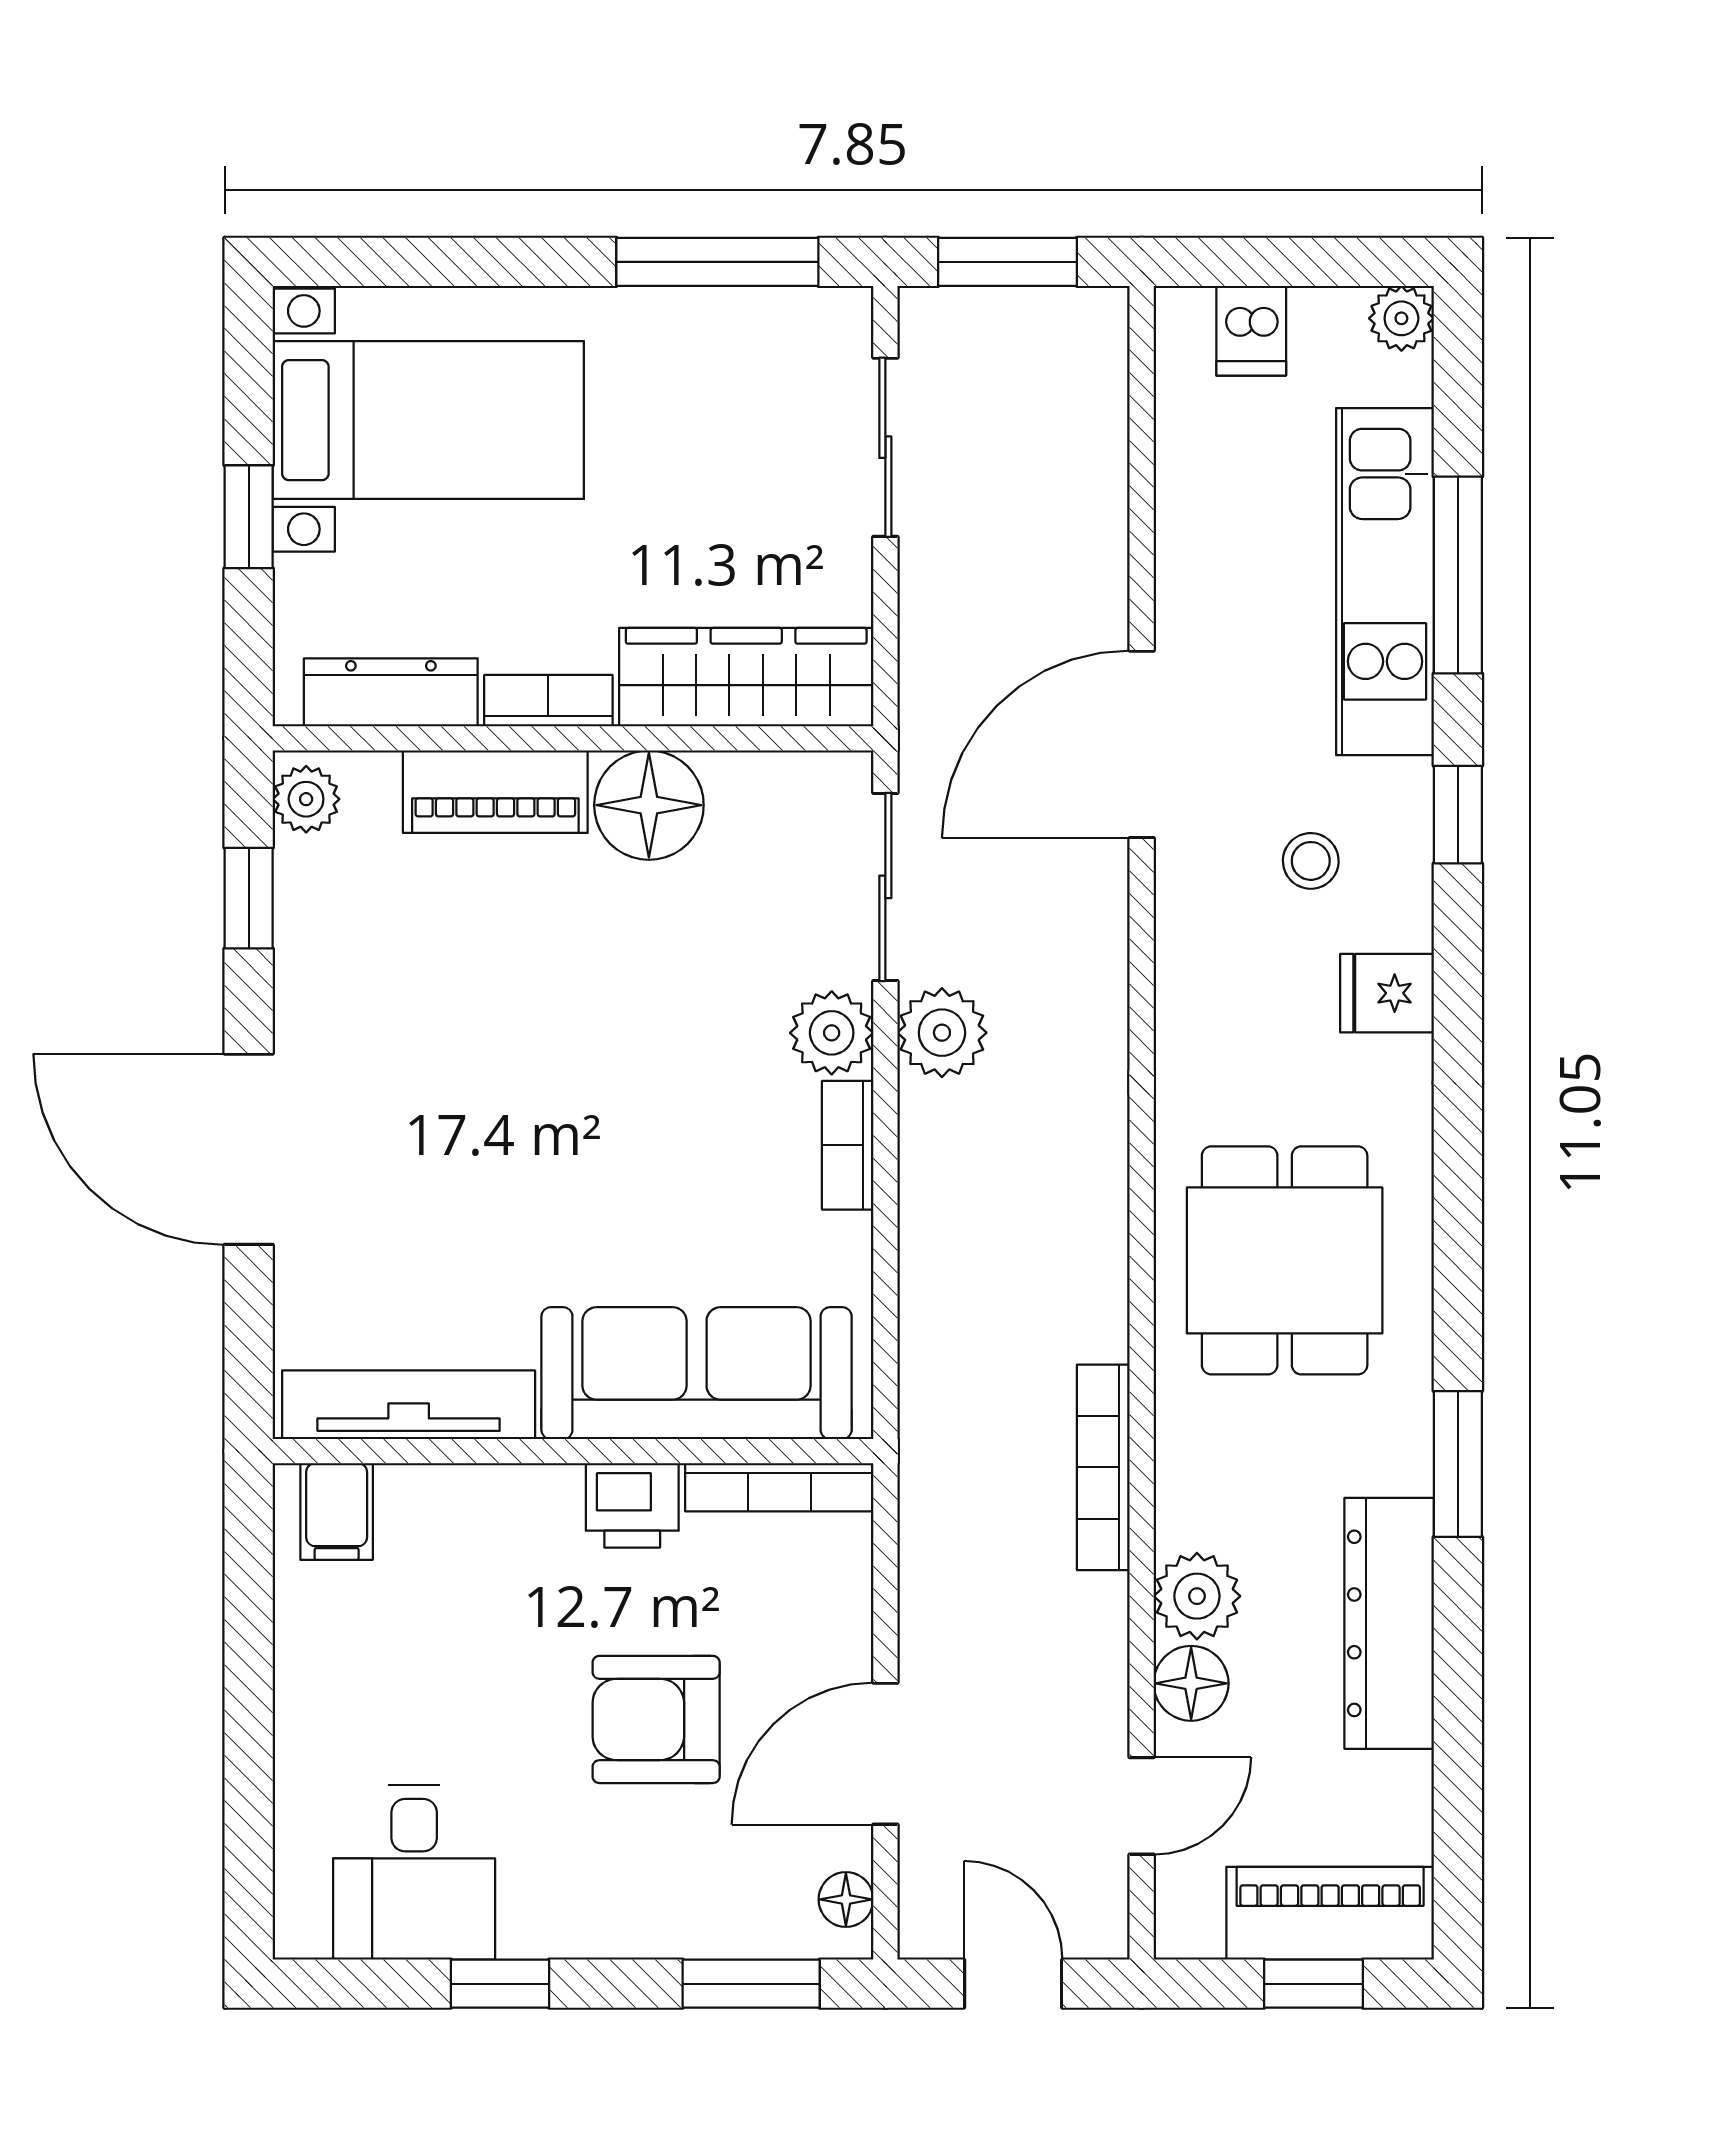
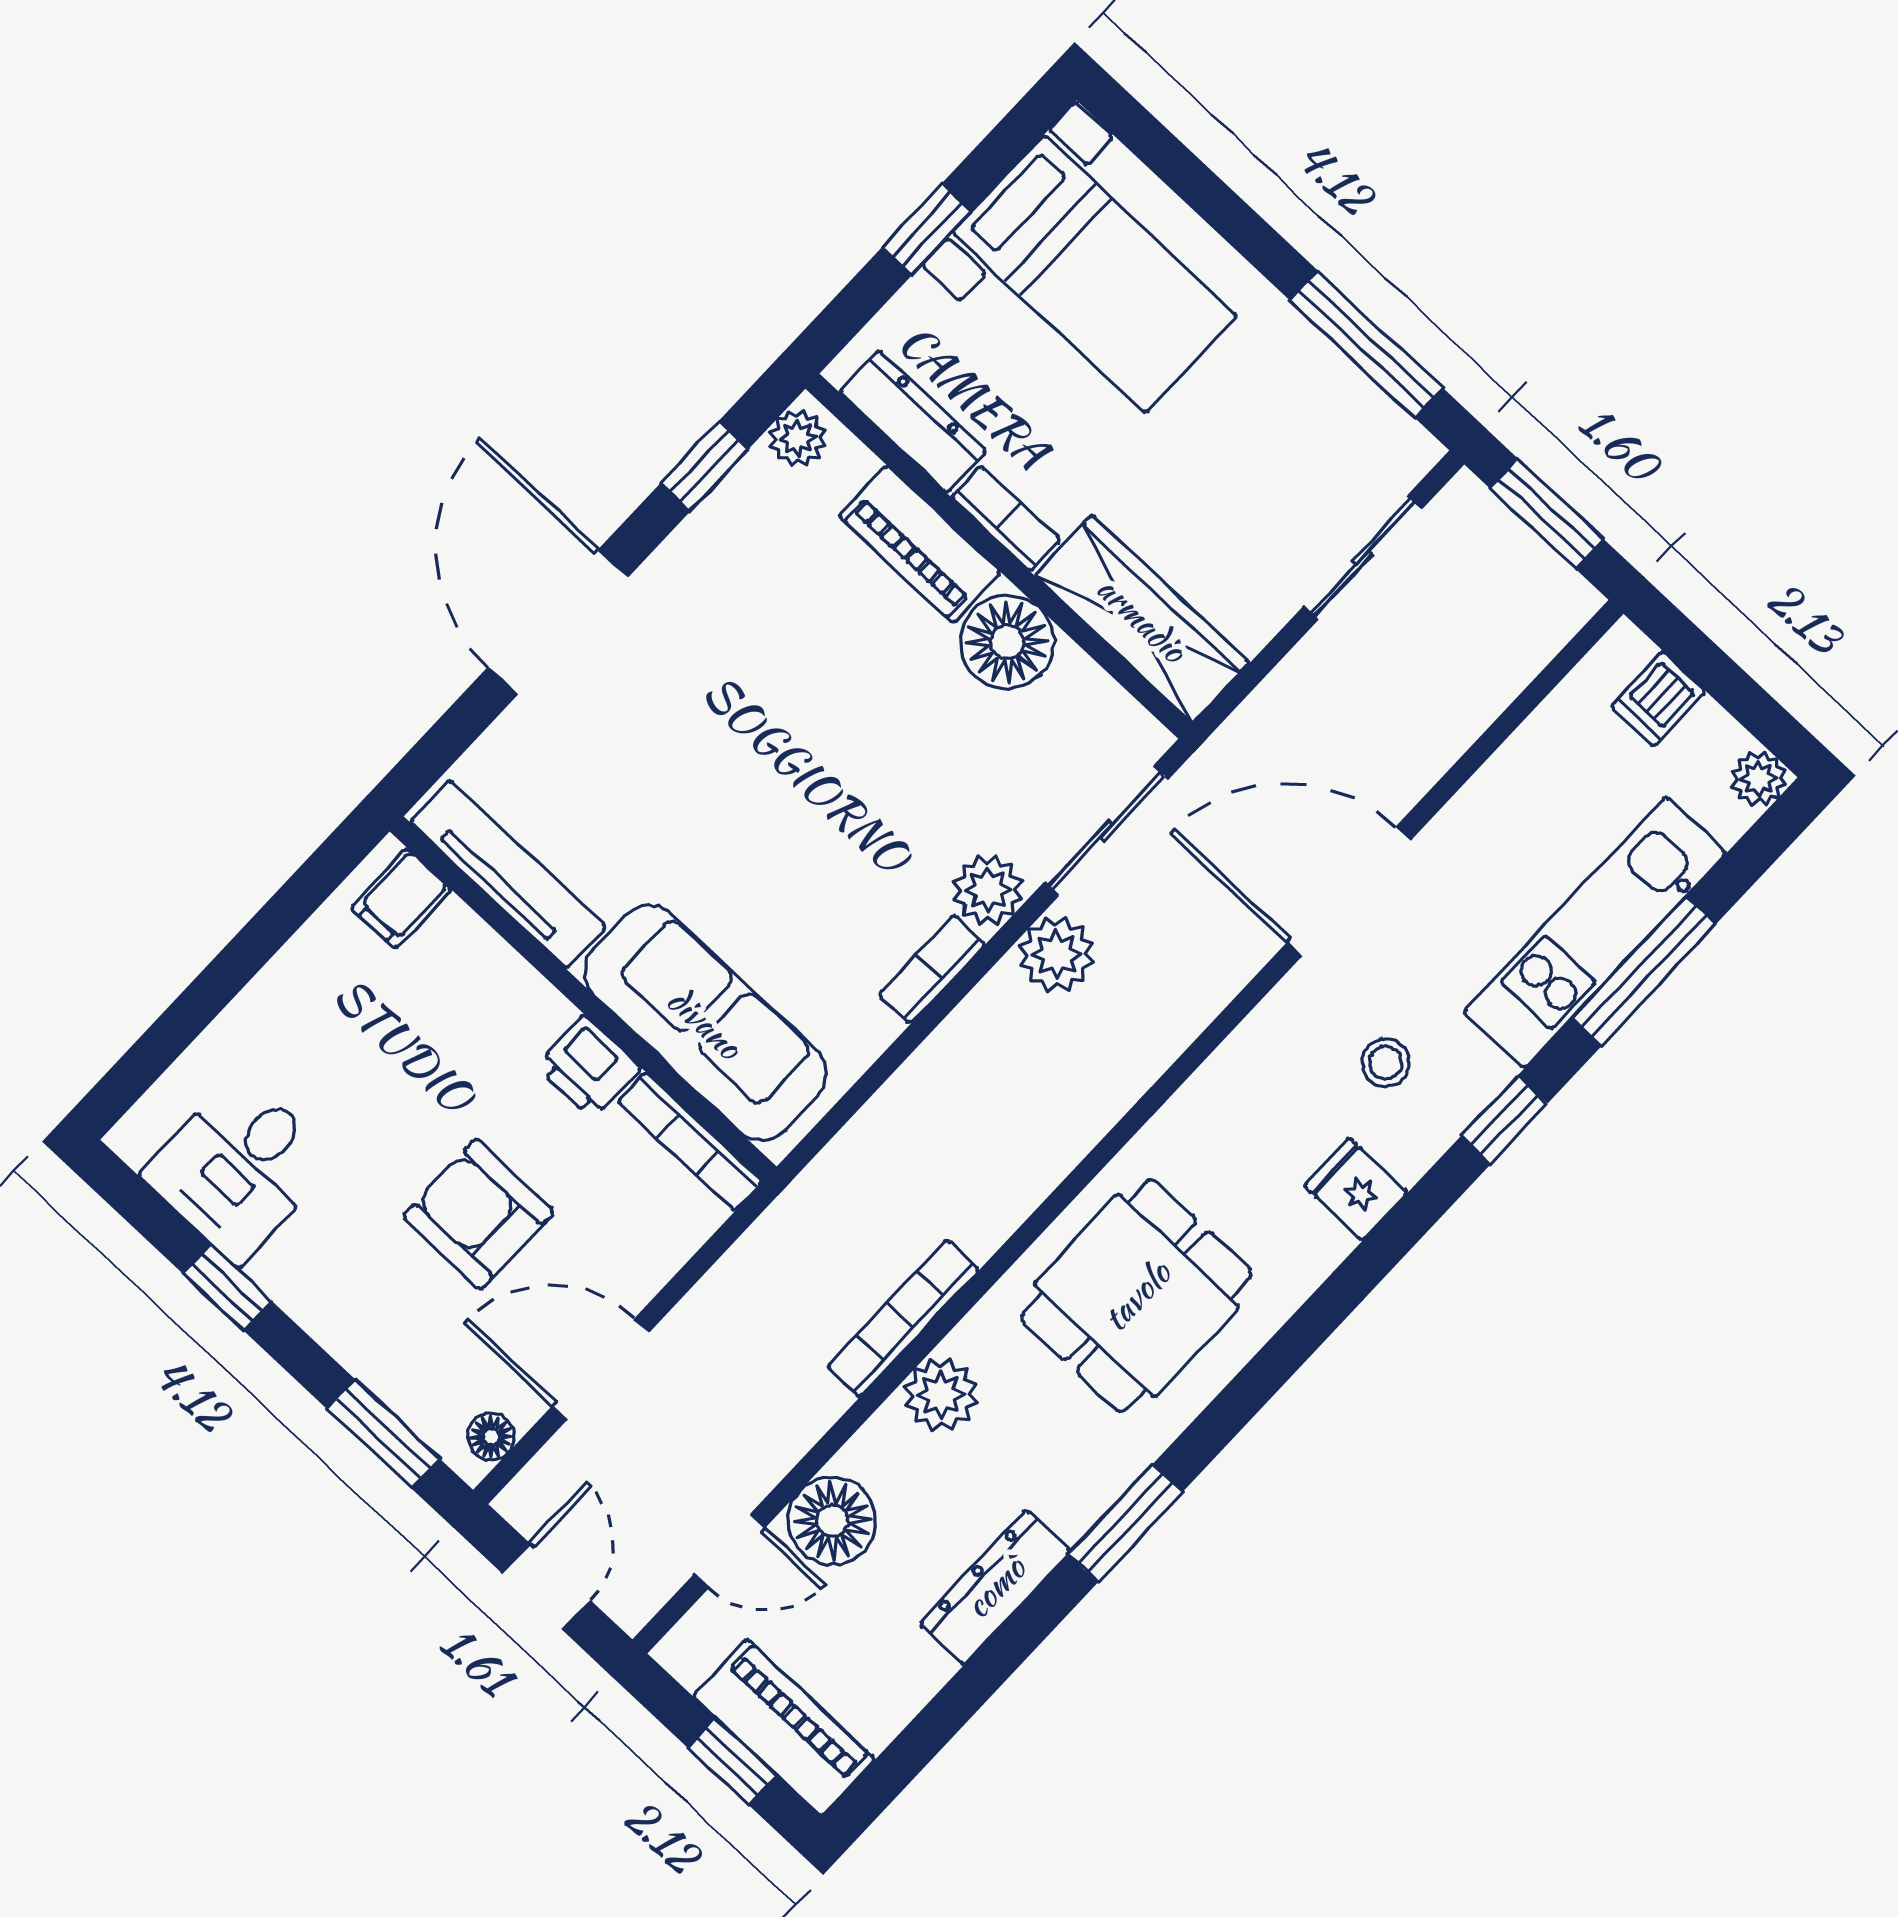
plant: (1197, 1596) -> (941, 1395), moved
dresser: (1389, 1623) -> (995, 1587), width x0.73, depth x0.80
floor lamp: (1191, 1683) -> (832, 1521), width x1.38, depth x1.38

